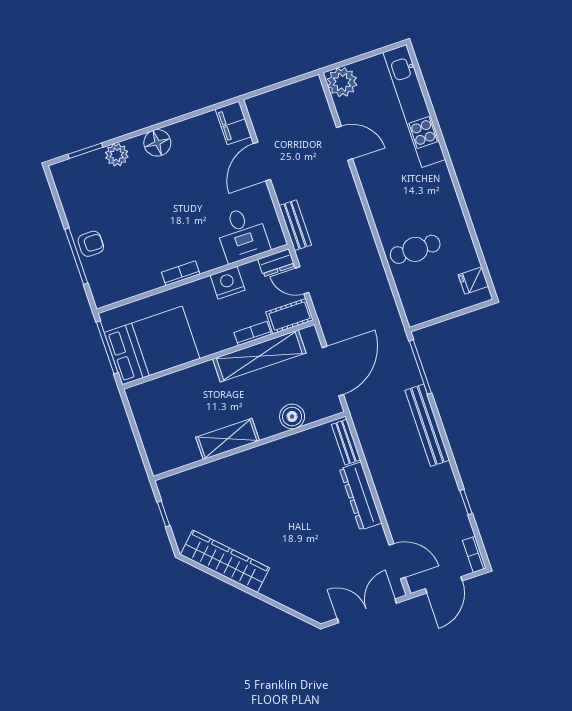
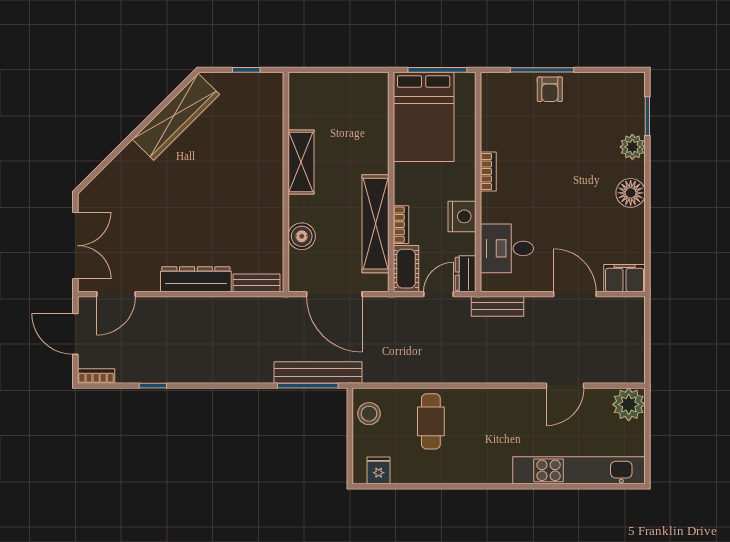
stool: (427, 306) -> (369, 414), added
bench: (427, 425) -> (318, 372), moved

